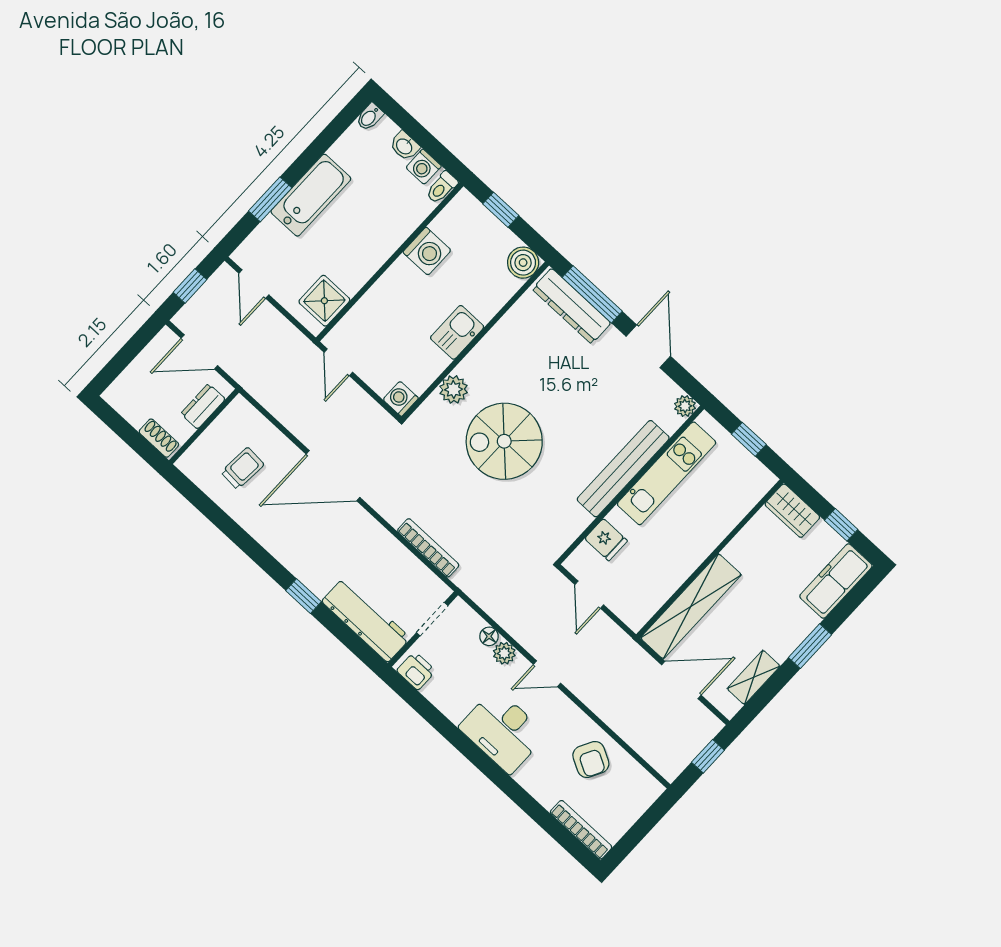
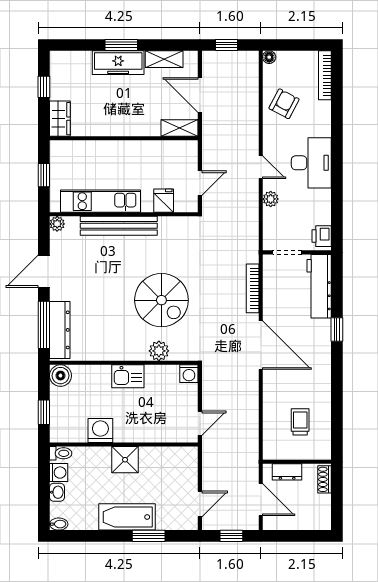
shower: (324, 301) -> (125, 460), moved
trolley: (243, 468) -> (300, 422), turned 86
door: (333, 476) -> (261, 345), moved
freezer: (836, 581) -> (118, 63), moved
shelving: (691, 606) -> (180, 128), width x0.45, depth x0.75
floor lamp: (489, 636) -> (269, 57), moved

